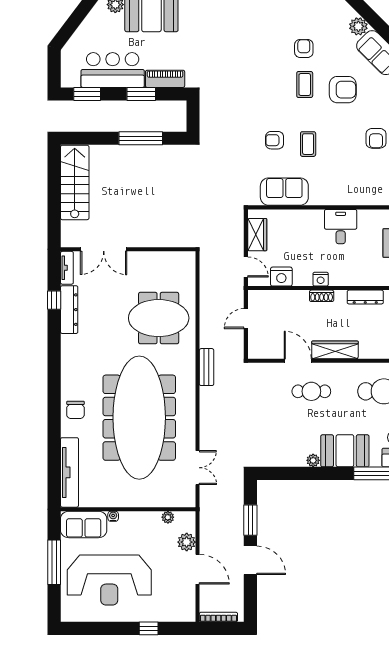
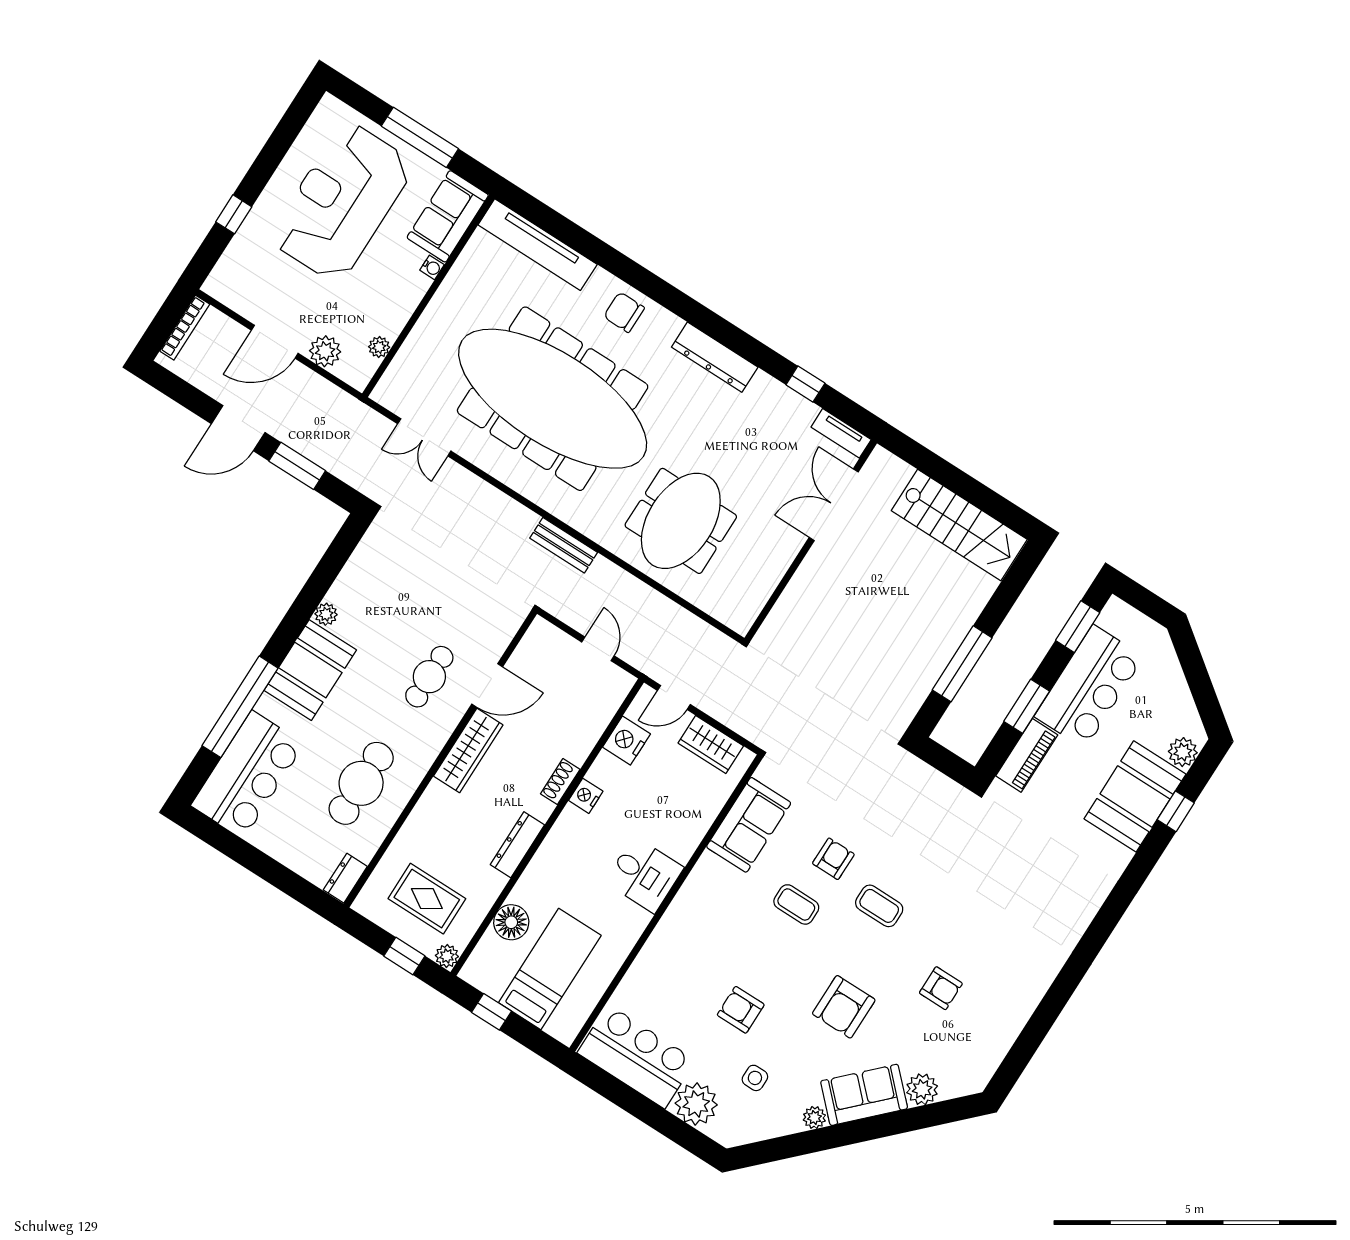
coffee table: (305, 85) -> (879, 906), moved
dresser: (69, 310) -> (715, 357), moved

